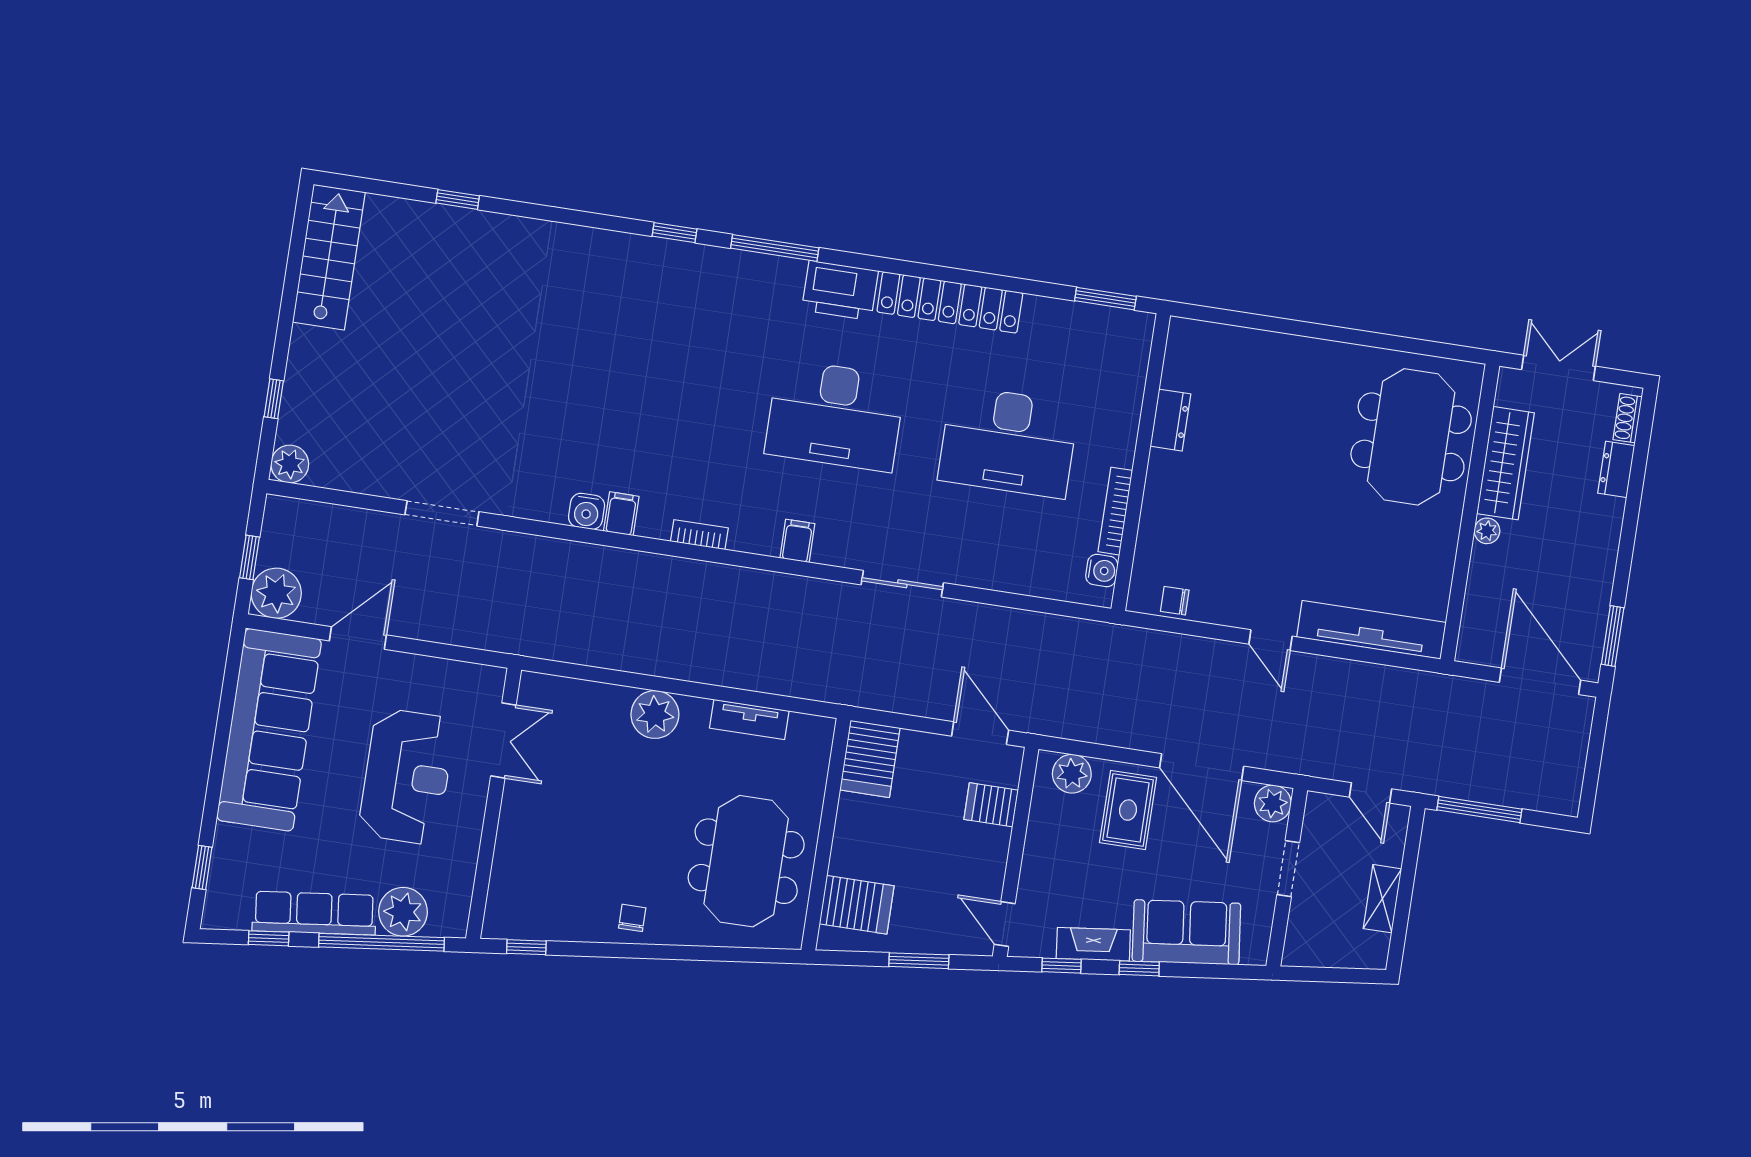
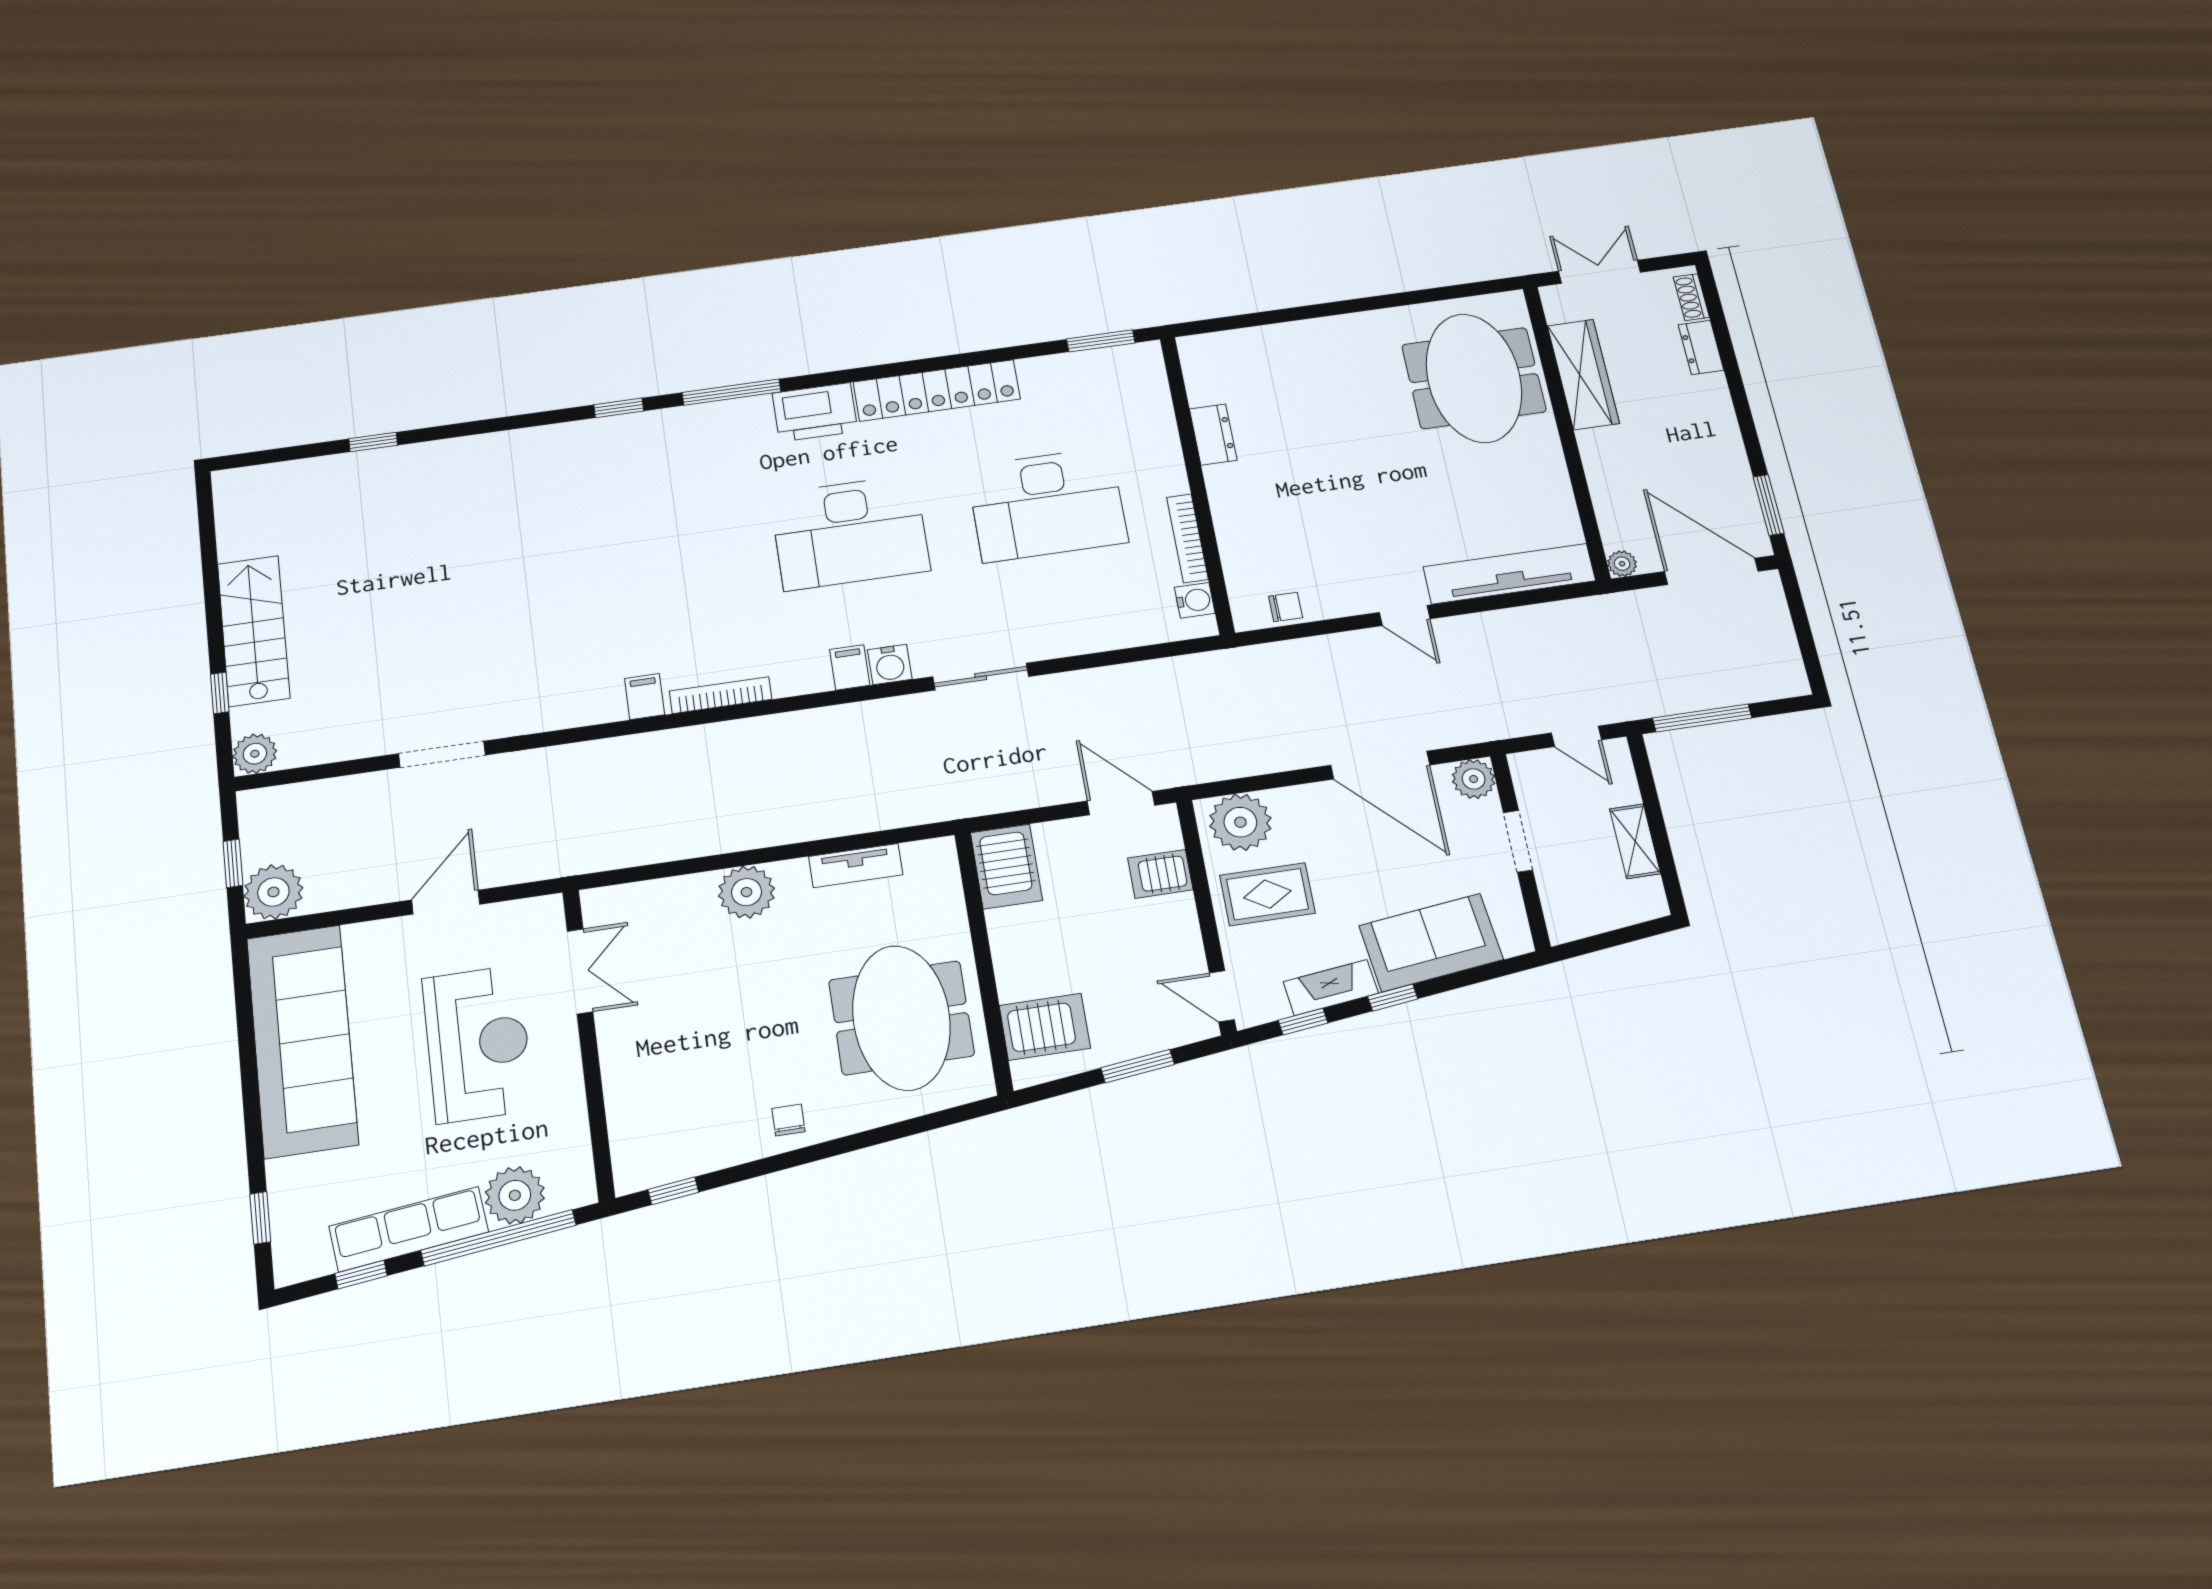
stairs: (329, 257) -> (254, 631), moved
water cooler: (587, 511) -> (890, 664), moved
plant: (1487, 531) -> (1622, 564), moved
bookcase: (699, 535) -> (721, 695), width x1.56
chair: (1175, 601) -> (1286, 607), turned 180
door: (358, 638) -> (446, 902), moved
plant: (1072, 774) -> (1240, 822), width x1.36, depth x1.36
rug: (1128, 810) -> (1267, 894), moved, turned 90

